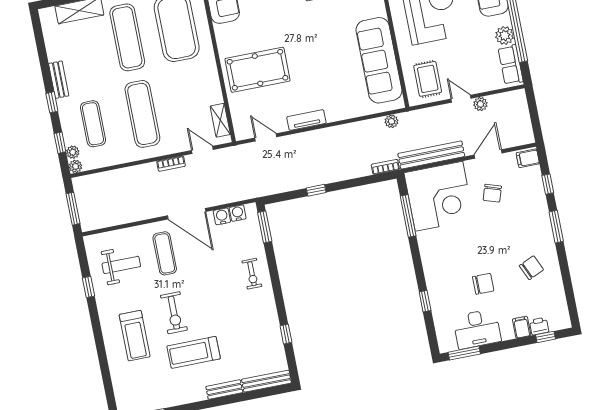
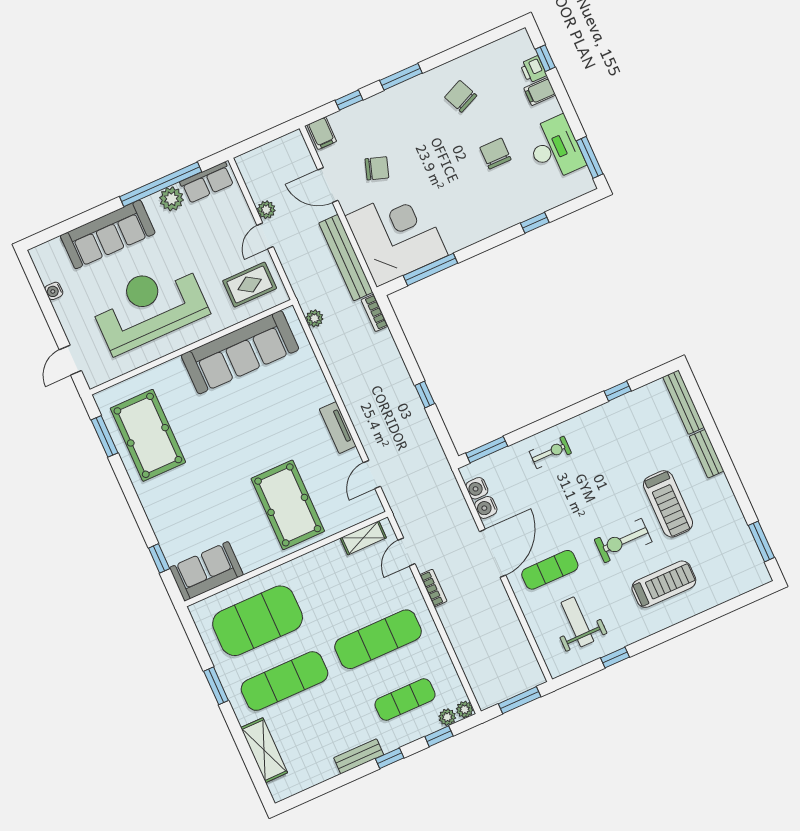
exercise bike: (174, 313) -> (623, 541), turned 180

